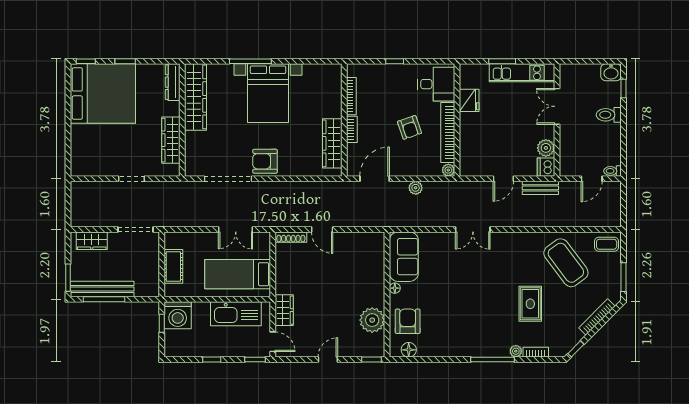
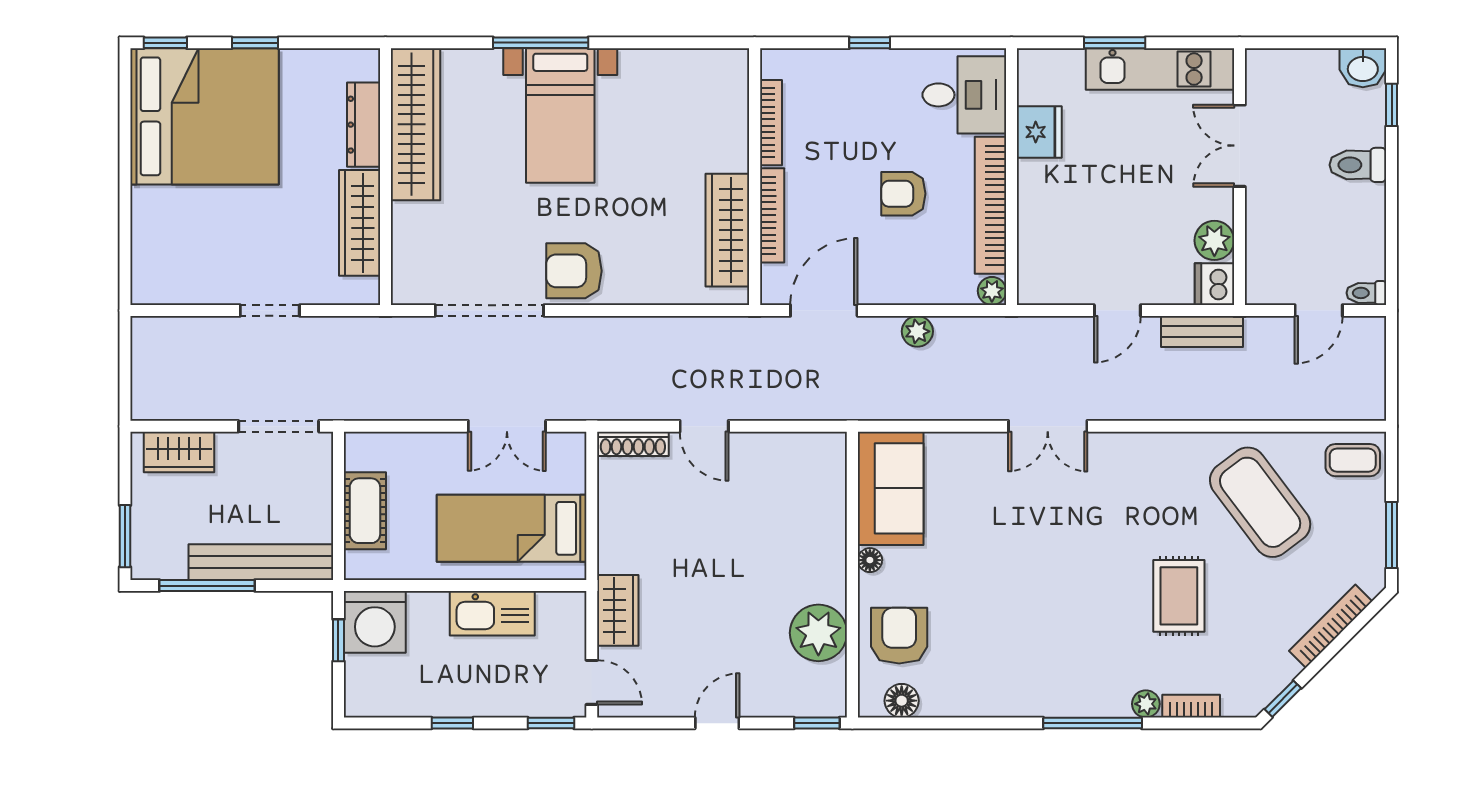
dresser: (173, 82) -> (364, 125), moved
bed with nightstands: (268, 93) -> (560, 115), width x0.73
armchair: (409, 127) -> (903, 194), turned 109
bookcase: (352, 129) -> (772, 215), width x1.56
bench: (102, 289) -> (261, 562), moved
kitchen sink: (236, 314) -> (492, 613), width x0.73, depth x0.81

